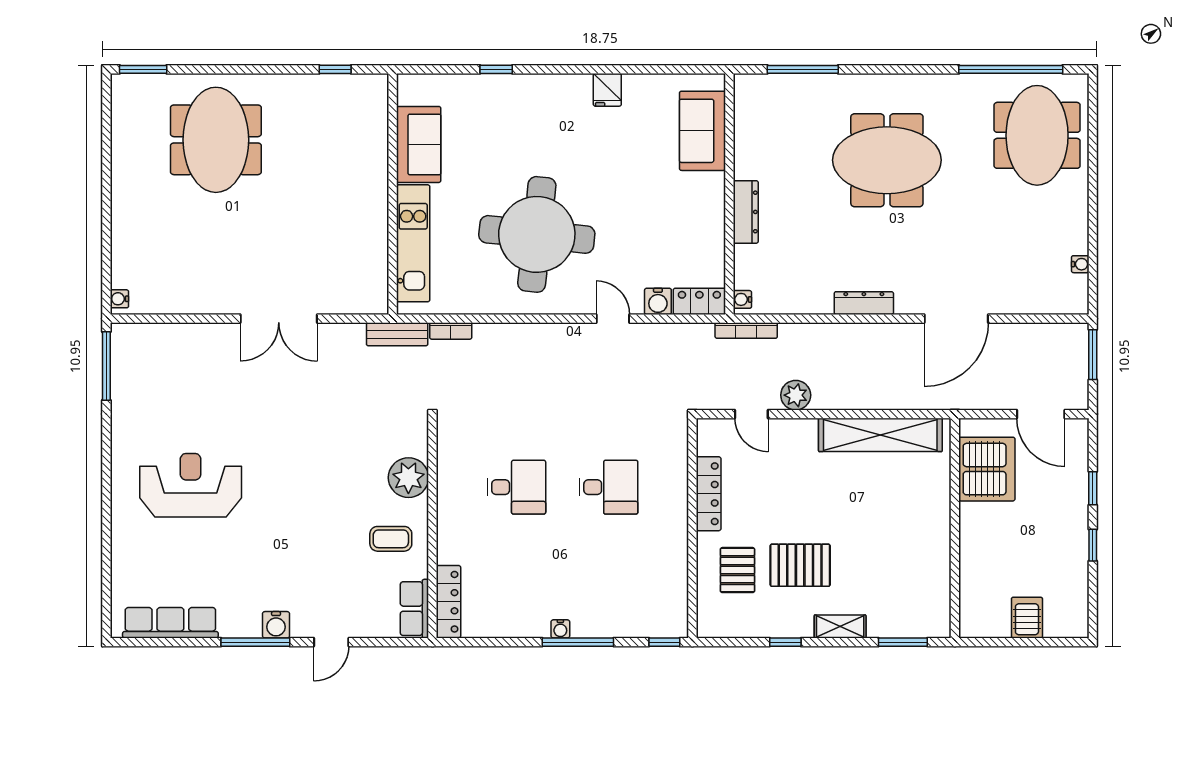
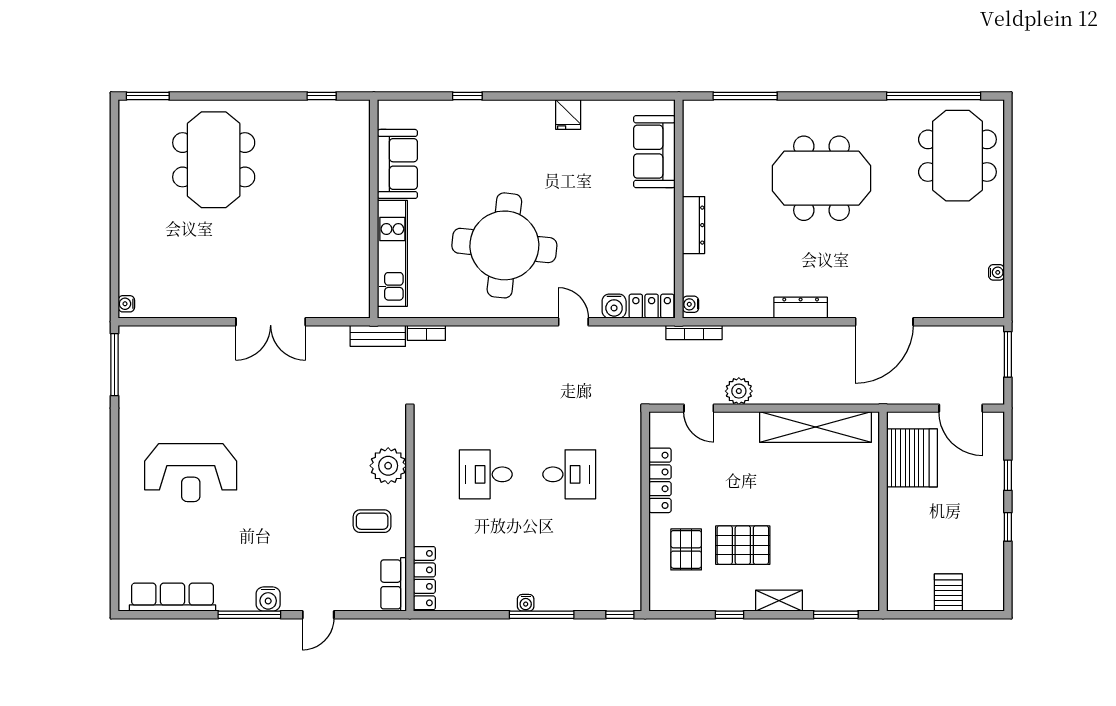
reception desk: (191, 485) -> (191, 473), turned 180
desk: (516, 487) -> (486, 474), turned 180

